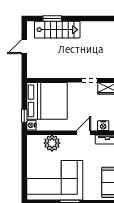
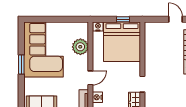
window: (24, 116) -> (123, 19), moved
door: (83, 133) -> (90, 78), hinge flipped

